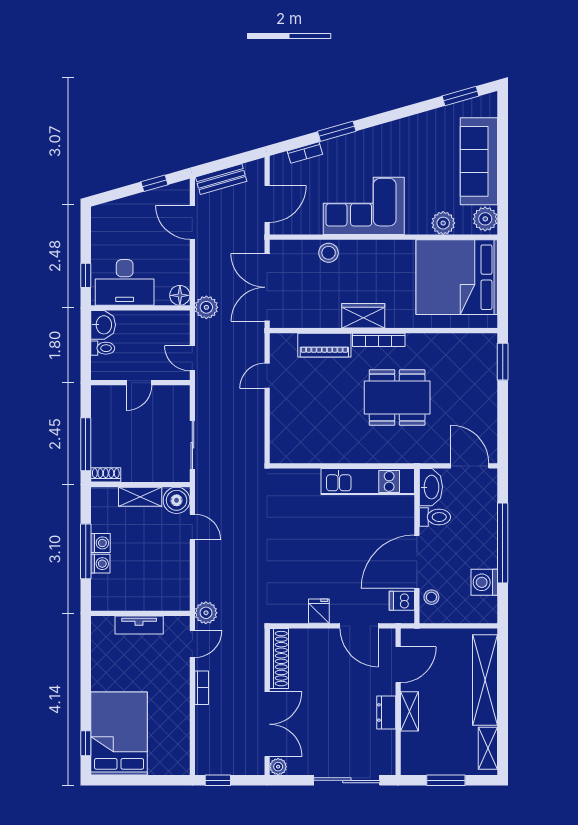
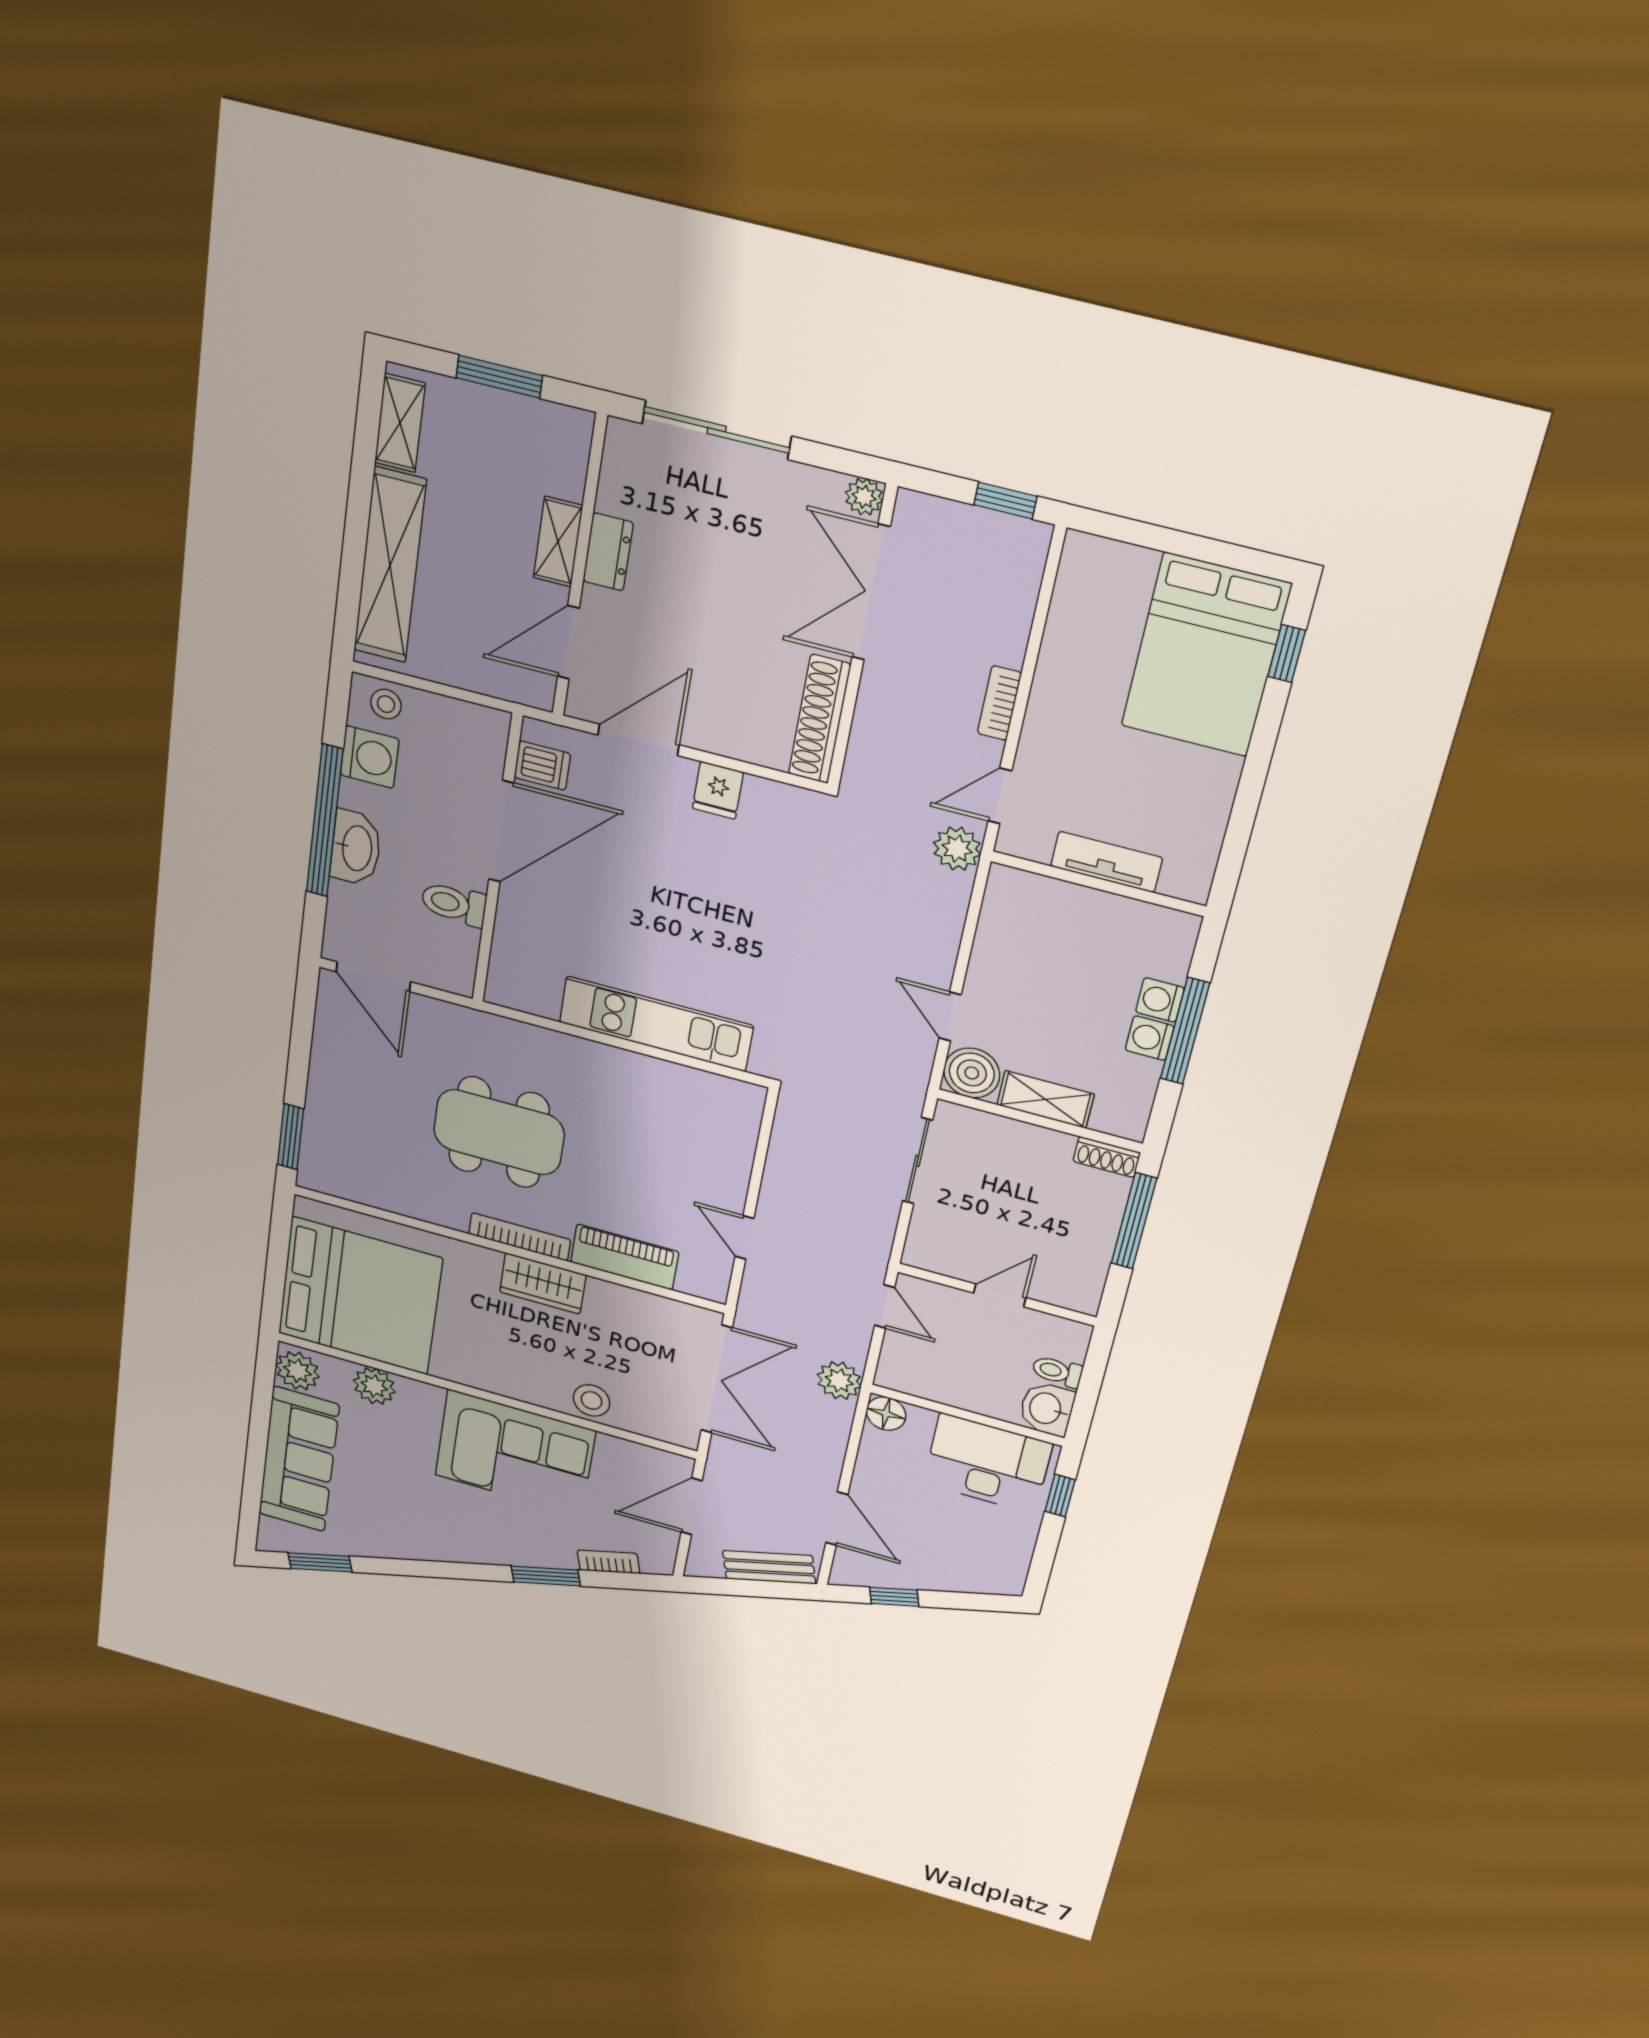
door: (267, 376) -> (744, 1237), swing flipped
kitchen unit: (368, 481) -> (656, 1024), moved
washbasin: (431, 487) -> (356, 848), moved, turned 180
stool: (431, 597) -> (386, 704), moved
door: (359, 626) -> (638, 740), hinge flipped

